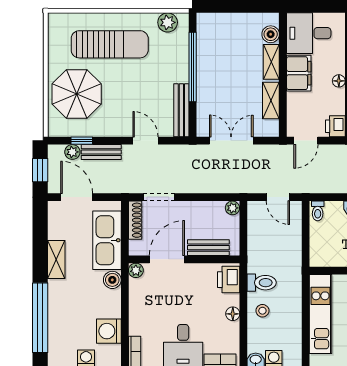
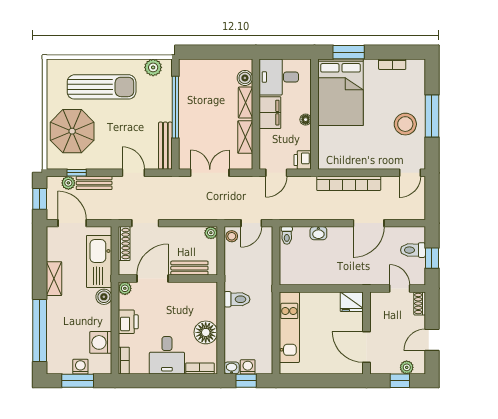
door: (278, 197) -> (251, 223), hinge flipped
printer: (229, 280) -> (128, 322), moved, turned 180
stool: (262, 311) -> (232, 236), moved
floor lamp: (233, 314) -> (206, 332), width x1.89, depth x1.89

